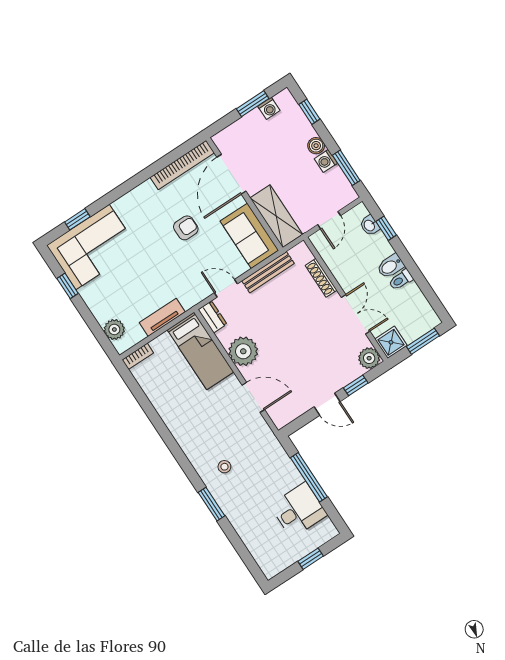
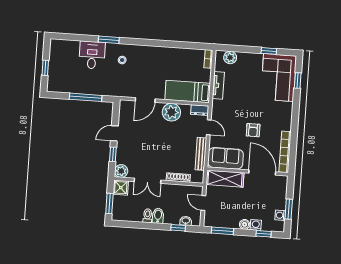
washing machine: (326, 161) -> (256, 225), moved
door: (226, 288) -> (209, 127), hinge flipped
desk: (299, 510) -> (92, 55), moved, turned 180

